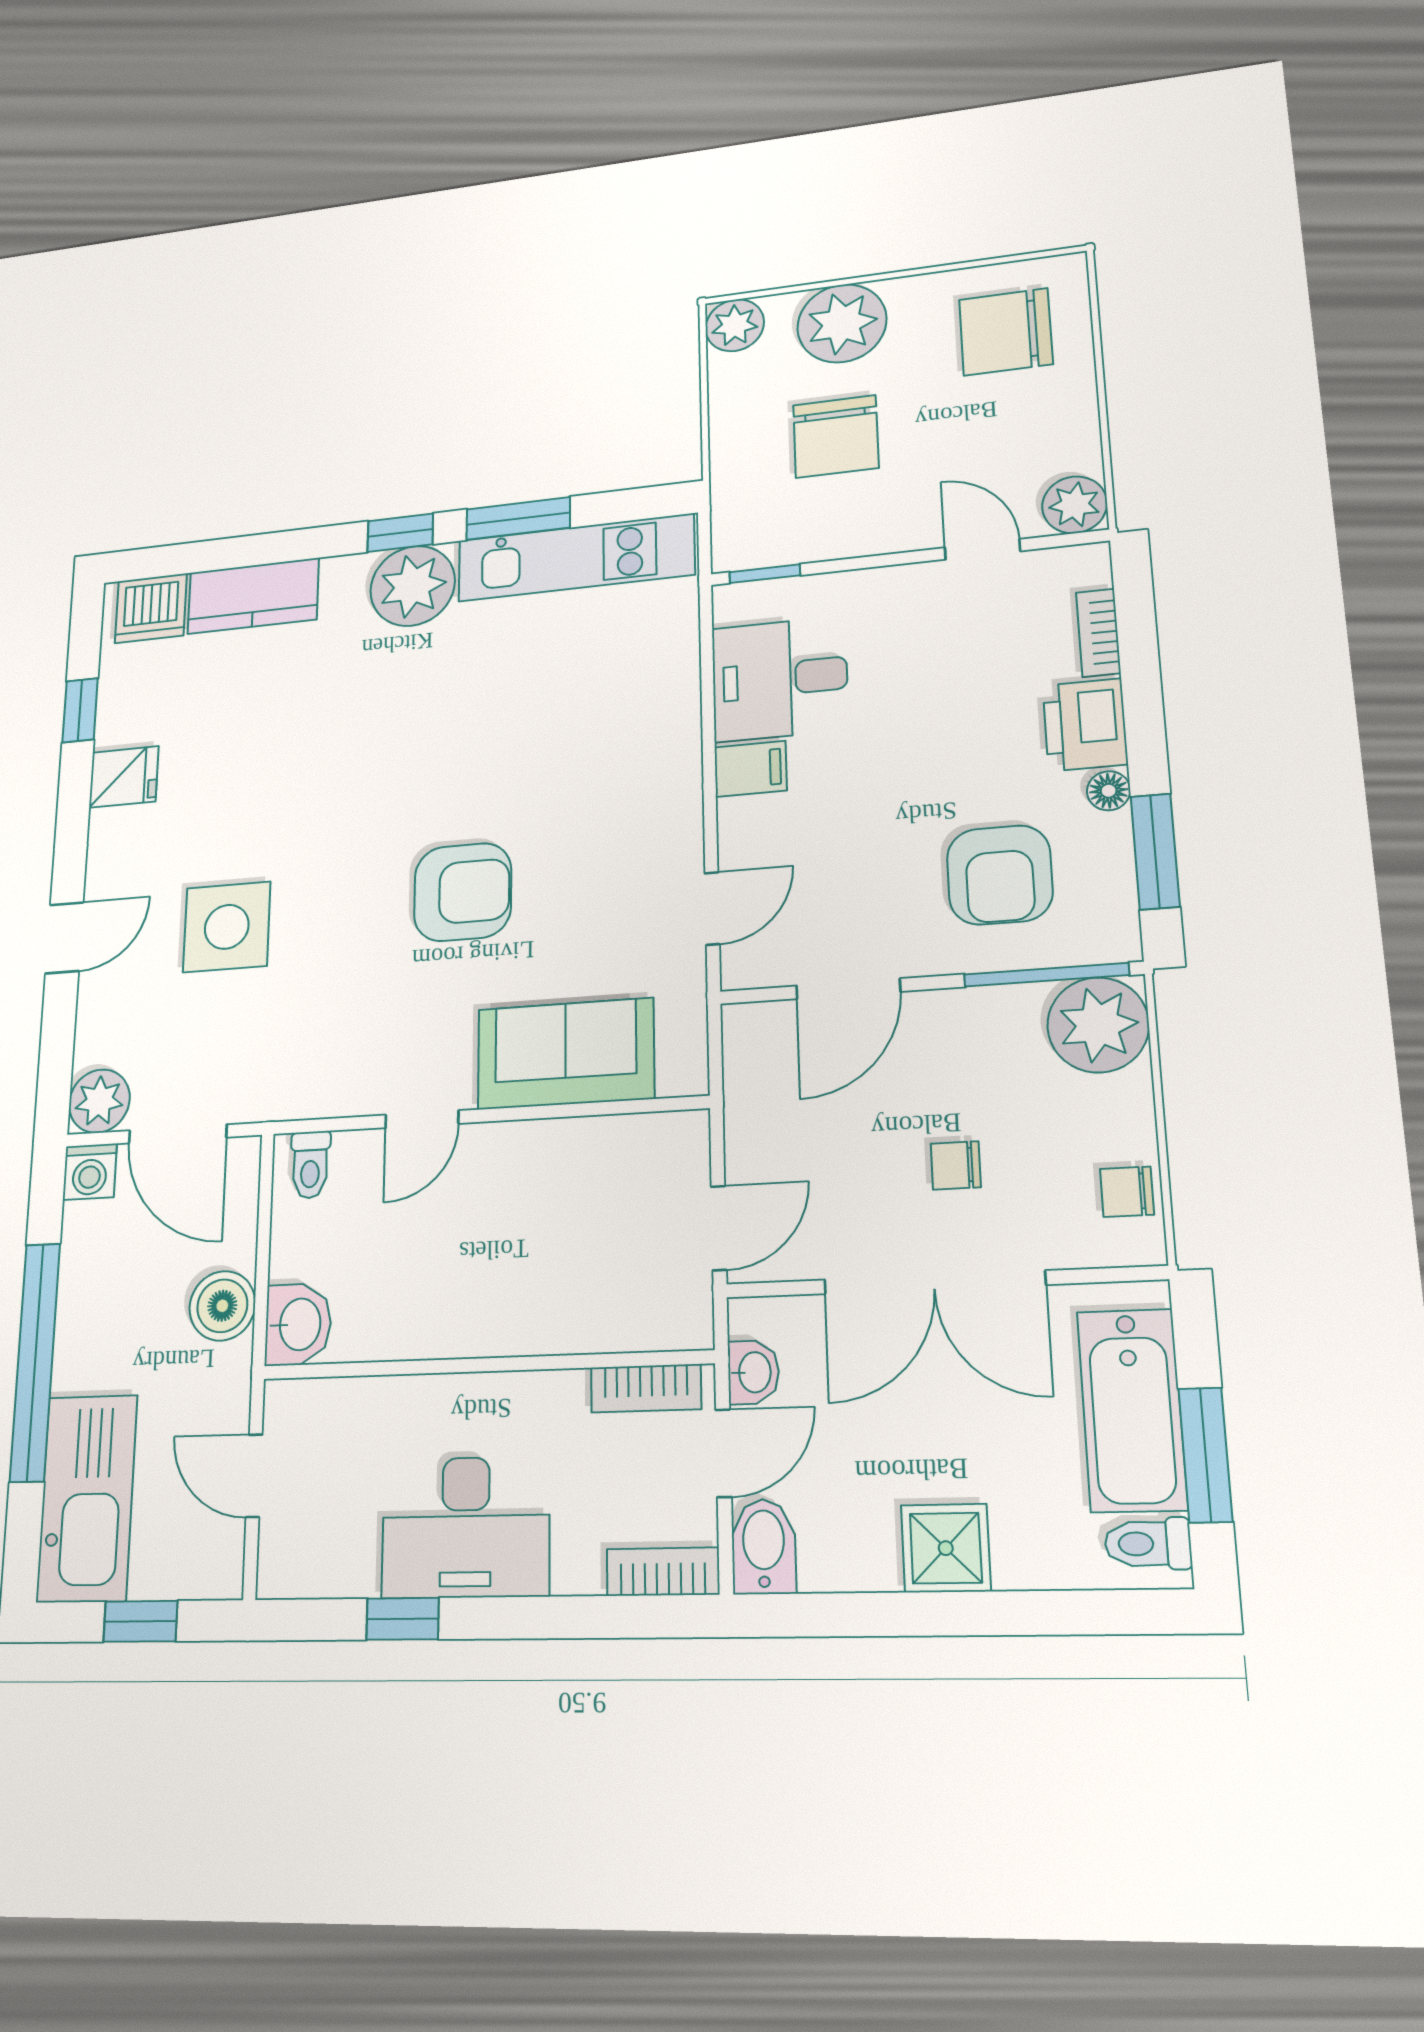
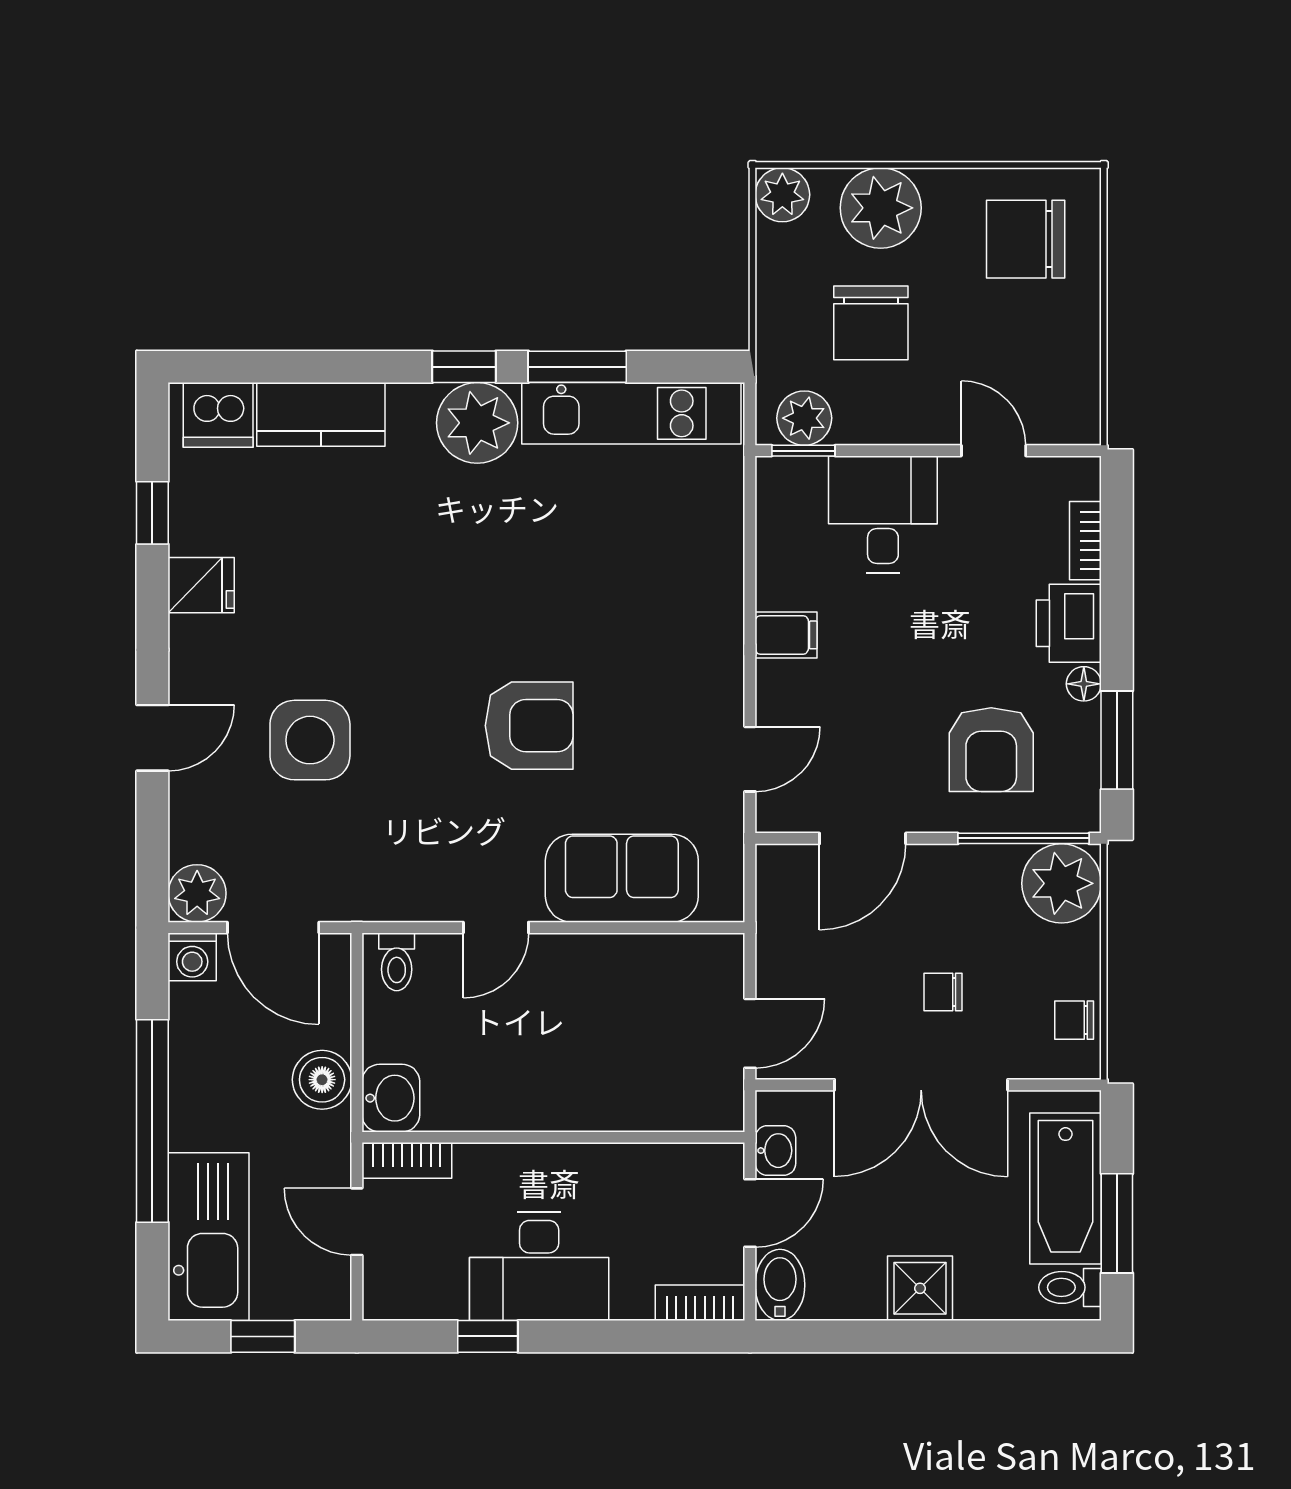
plant: (1075, 505) -> (804, 418), moved
desk: (780, 679) -> (883, 514), moved, turned 90
bookcase: (646, 1388) -> (407, 1160), moved

